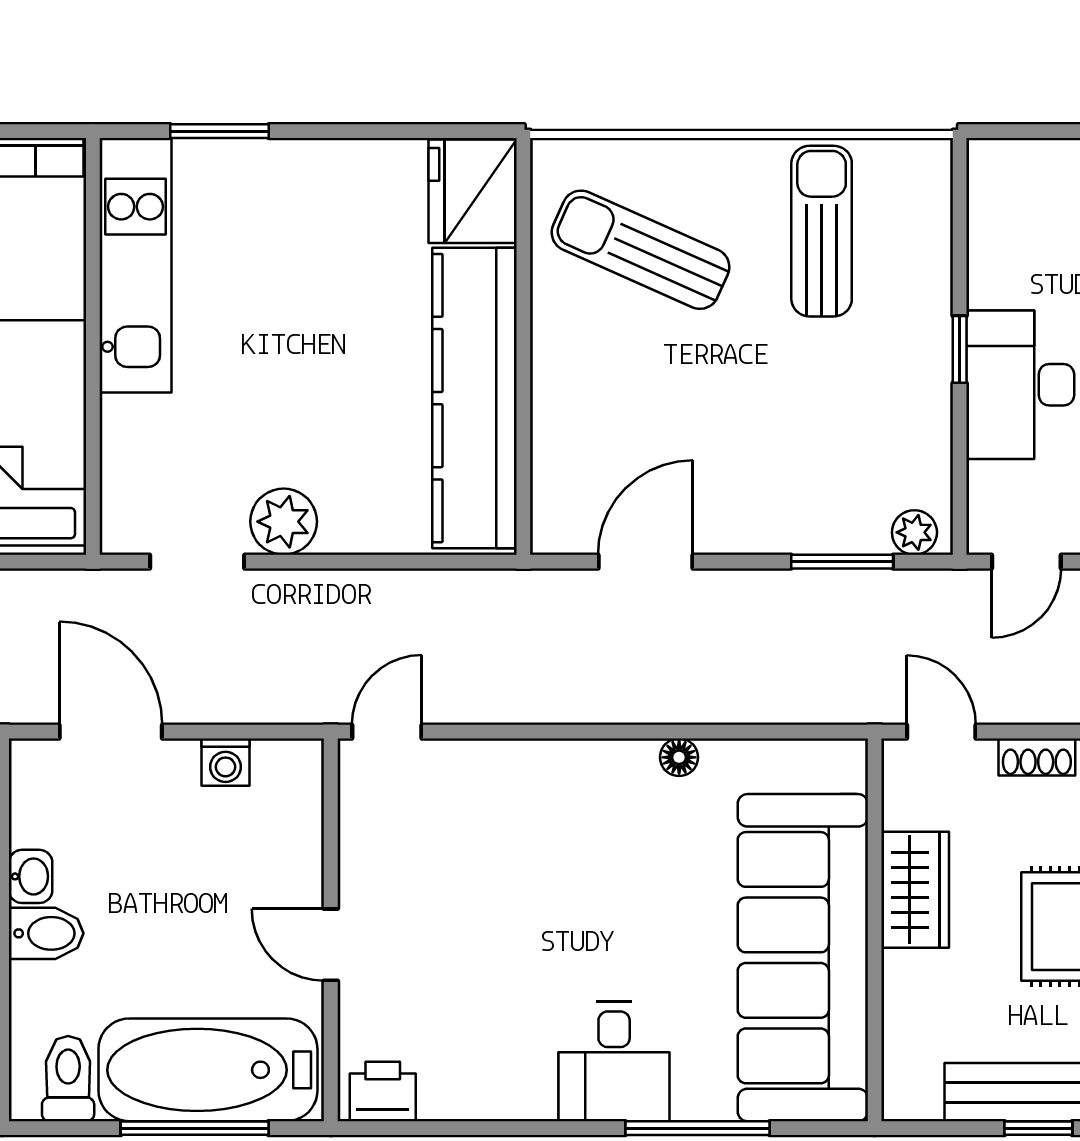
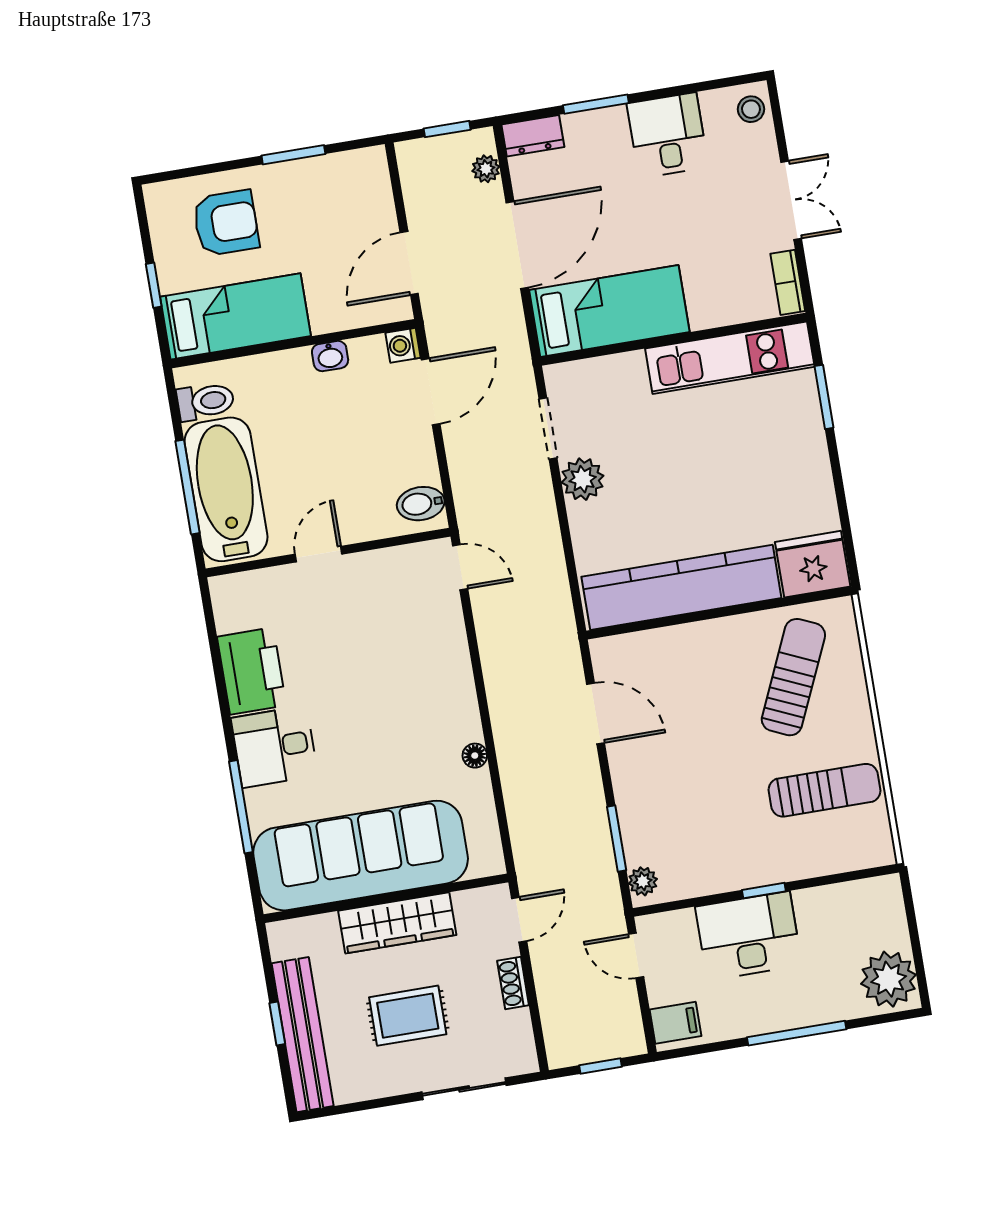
washing machine: (226, 762) -> (403, 345), moved
wardrobe: (915, 890) -> (397, 923), width x1.50
bidet: (46, 933) -> (421, 504), moved, turned 90
printer: (383, 1091) -> (252, 671), moved, width x1.87, depth x1.48

